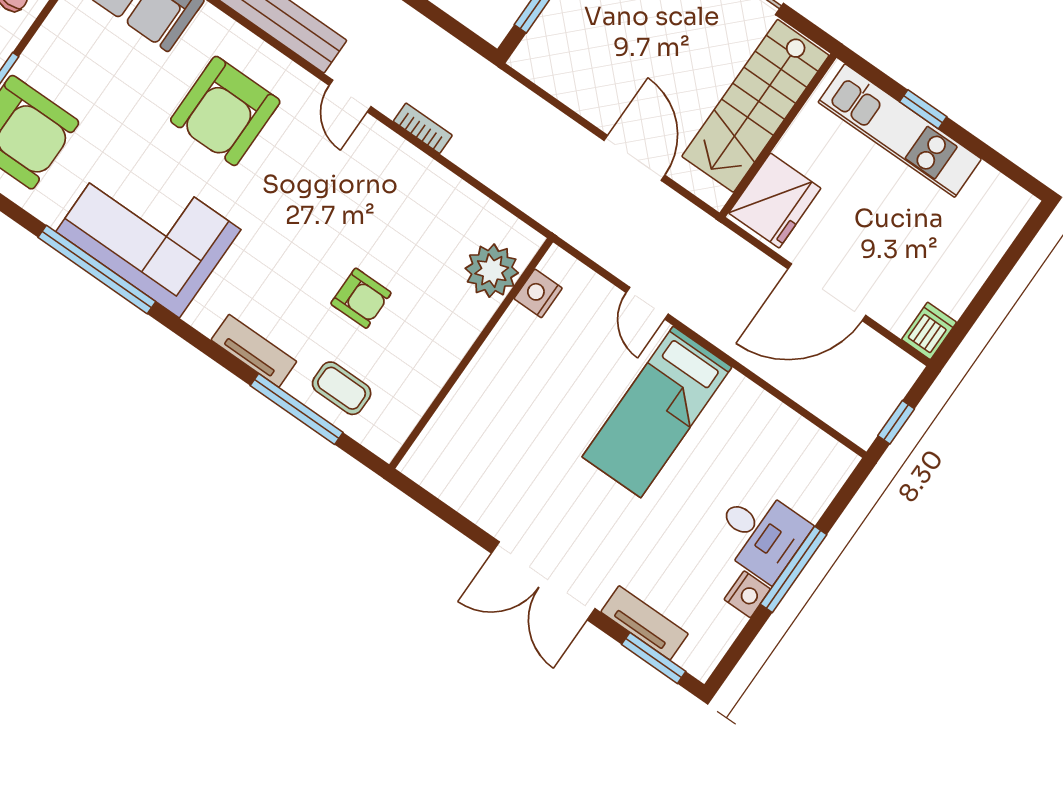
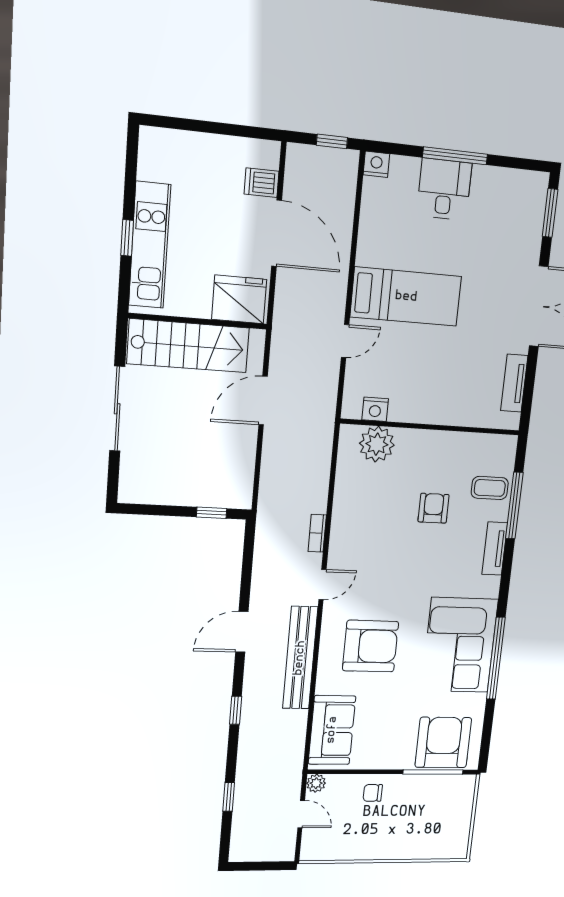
dishwasher: (929, 331) -> (261, 183), moved
coffee table: (342, 388) -> (490, 488), turned 90
nightstand: (747, 594) -> (376, 164), moved
tv unit: (645, 623) -> (514, 383), moved

